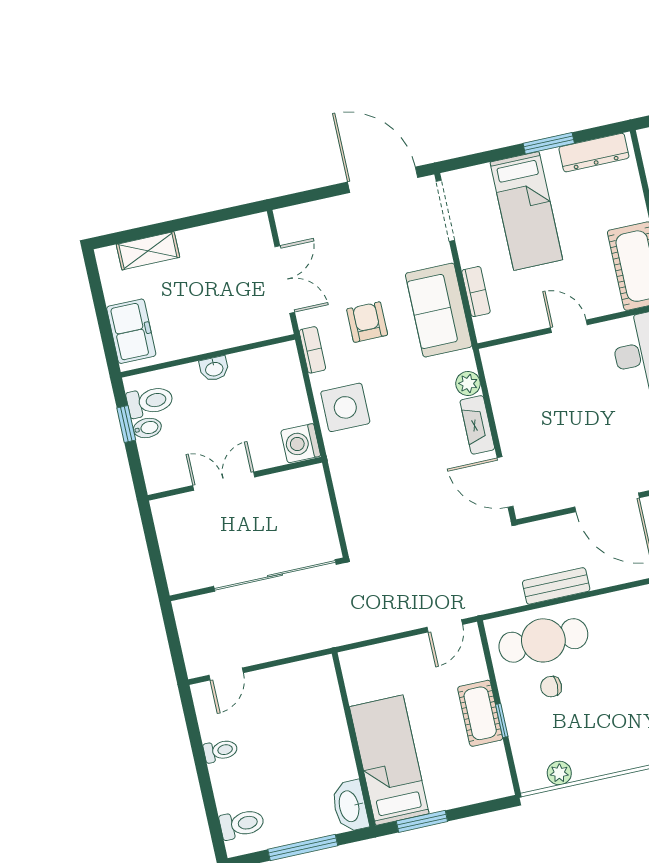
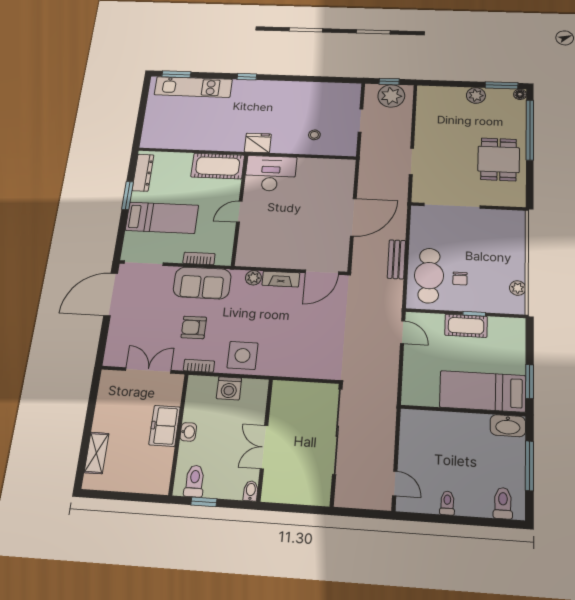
freezer: (131, 331) -> (165, 426), moved, turned -90
bidet: (147, 428) -> (251, 491), moved
washing machine: (301, 443) -> (229, 388), moved

